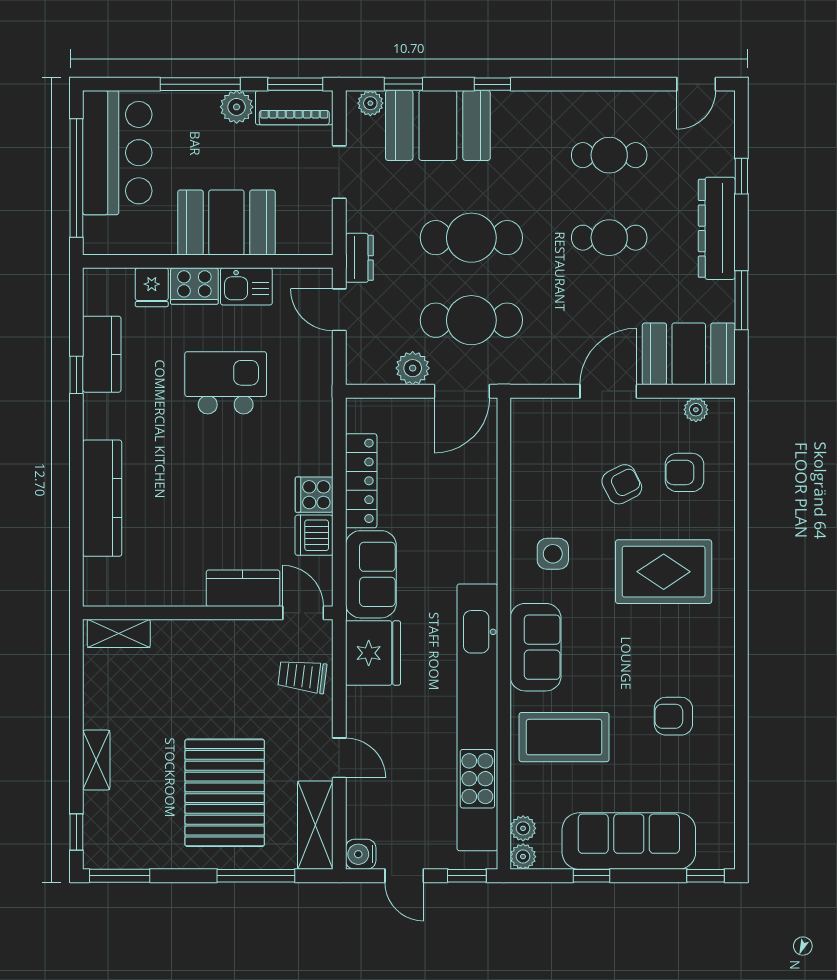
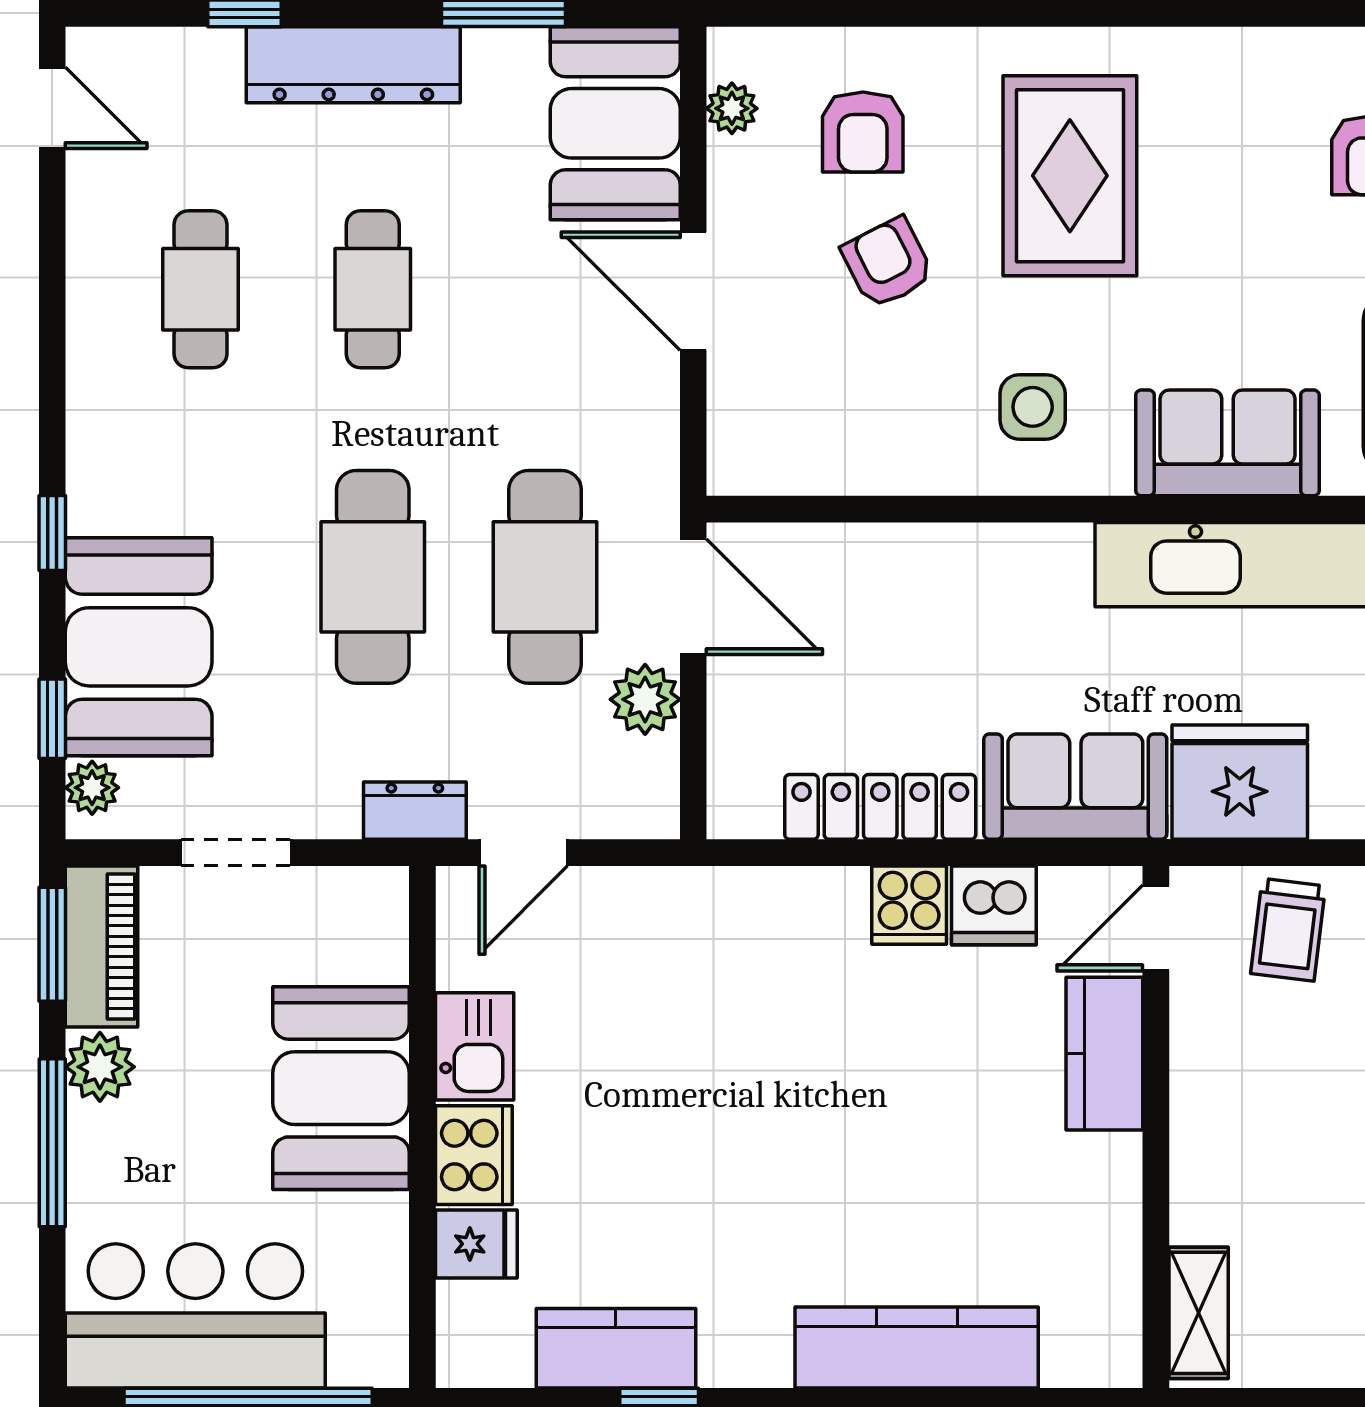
kitchen island: (226, 383) -> (676, 1090), removed

